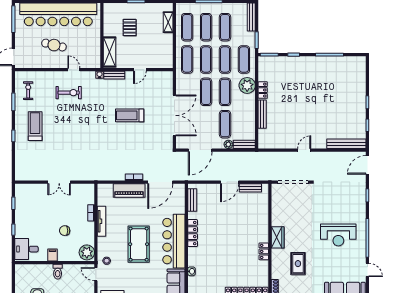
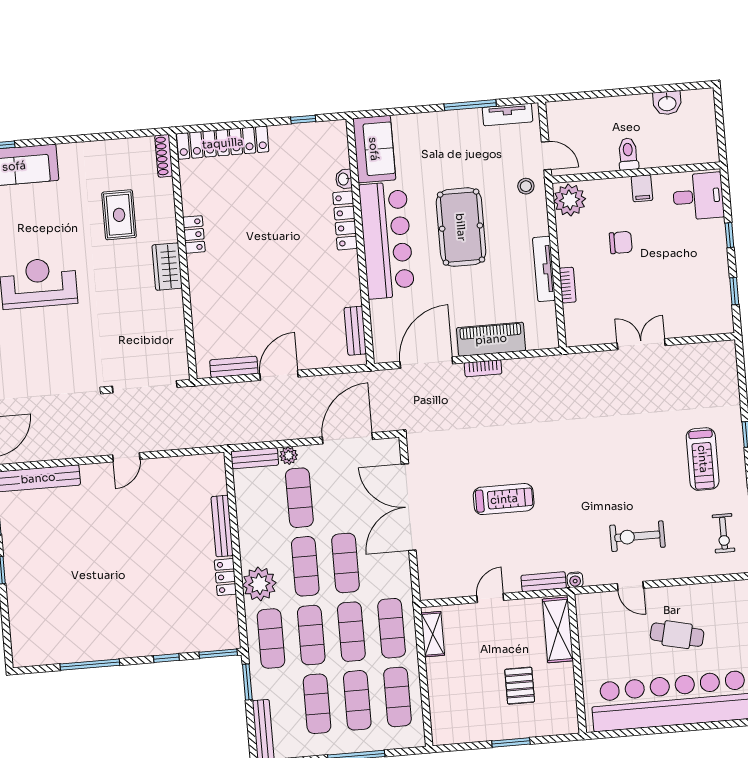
shelving: (168, 22) -> (433, 634), moved
locker: (193, 233) -> (345, 221), moved

